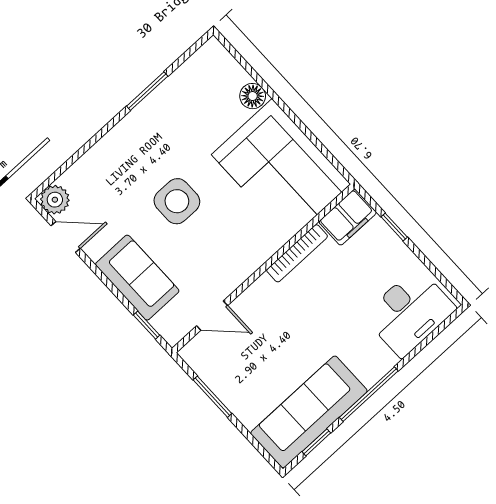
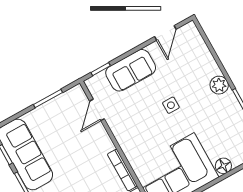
plant: (55, 200) -> (219, 85), moved
side table: (177, 201) -> (171, 105), width x0.54, depth x0.54

